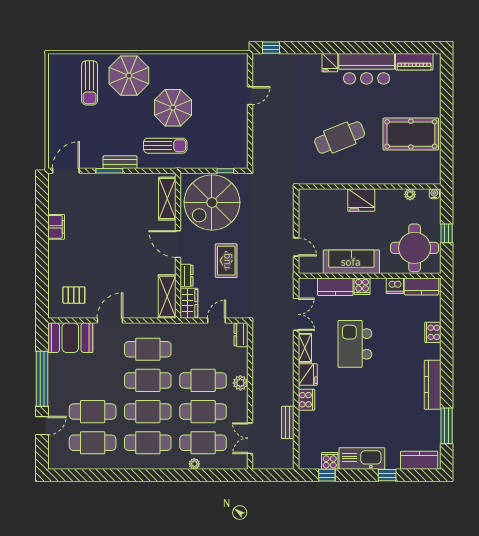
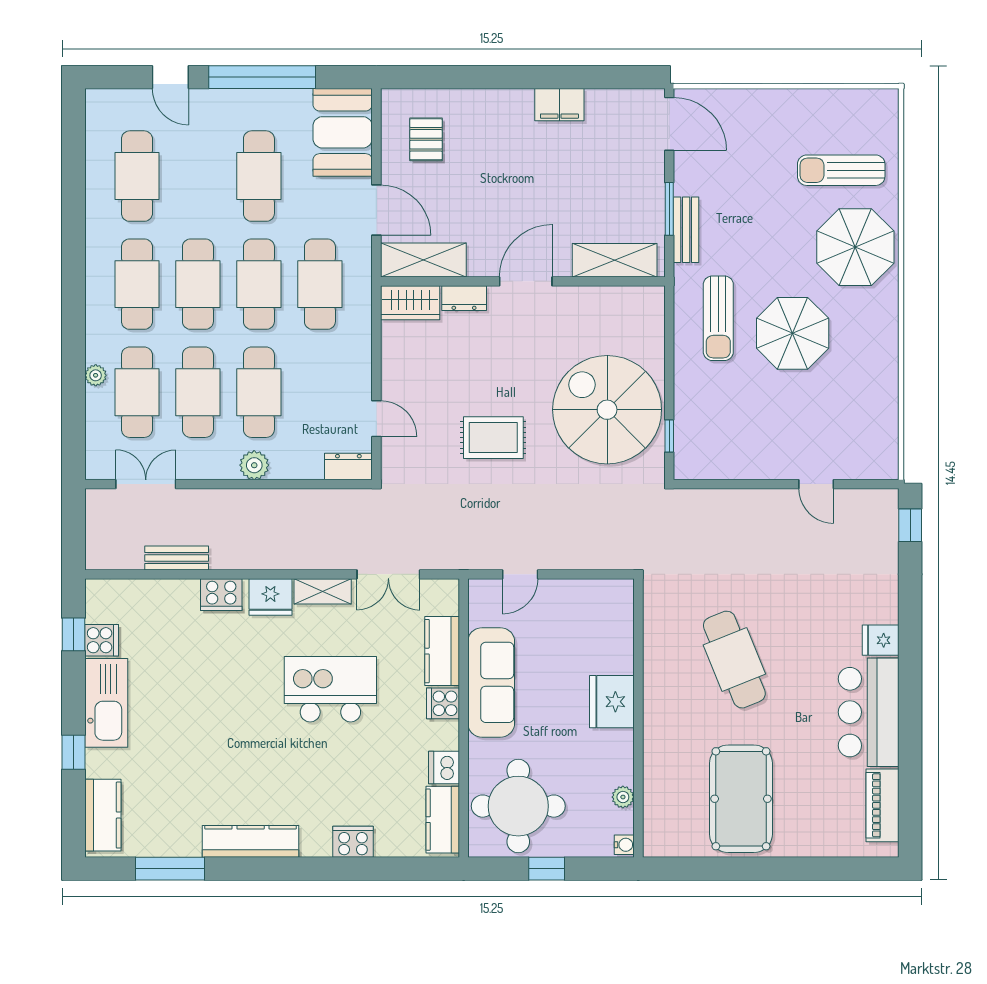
shelving: (167, 199) -> (615, 260), moved
door: (178, 244) -> (526, 281), moved
wall: (178, 246) -> (523, 281), moved
dresser: (187, 276) -> (464, 298), moved
shelving: (167, 296) -> (423, 260), moved
wardrobe: (189, 303) -> (410, 303), moved
cafe table: (93, 412) -> (259, 176), moved

